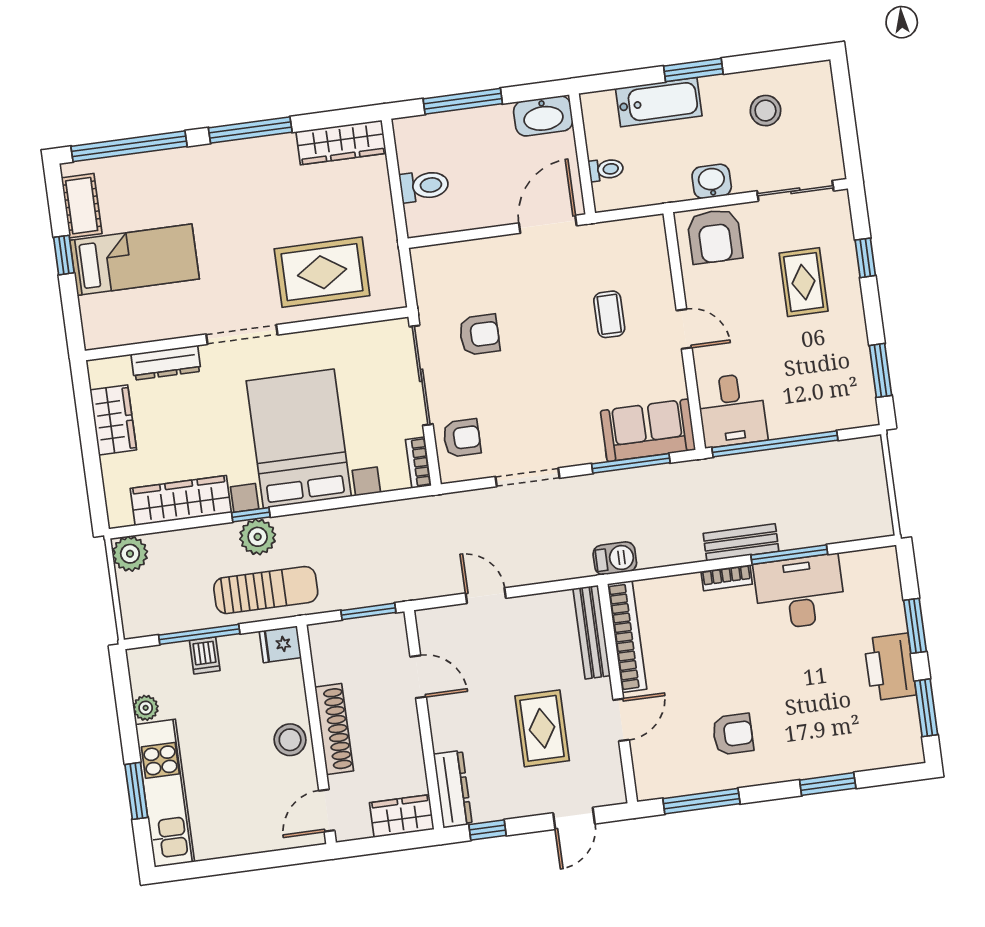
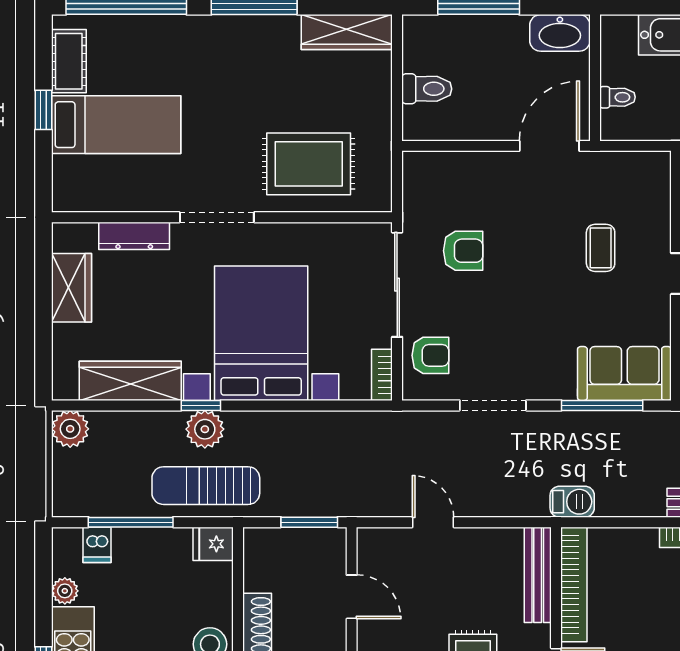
sun lounger: (266, 590) -> (206, 486), turned 180
dishwasher: (205, 655) -> (97, 545), moved

